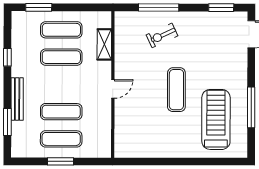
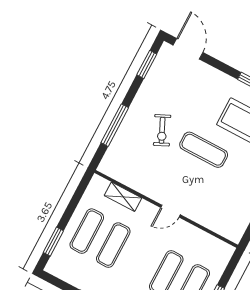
exercise bike: (162, 35) -> (162, 130), moved
door: (113, 89) -> (170, 211), swing flipped

